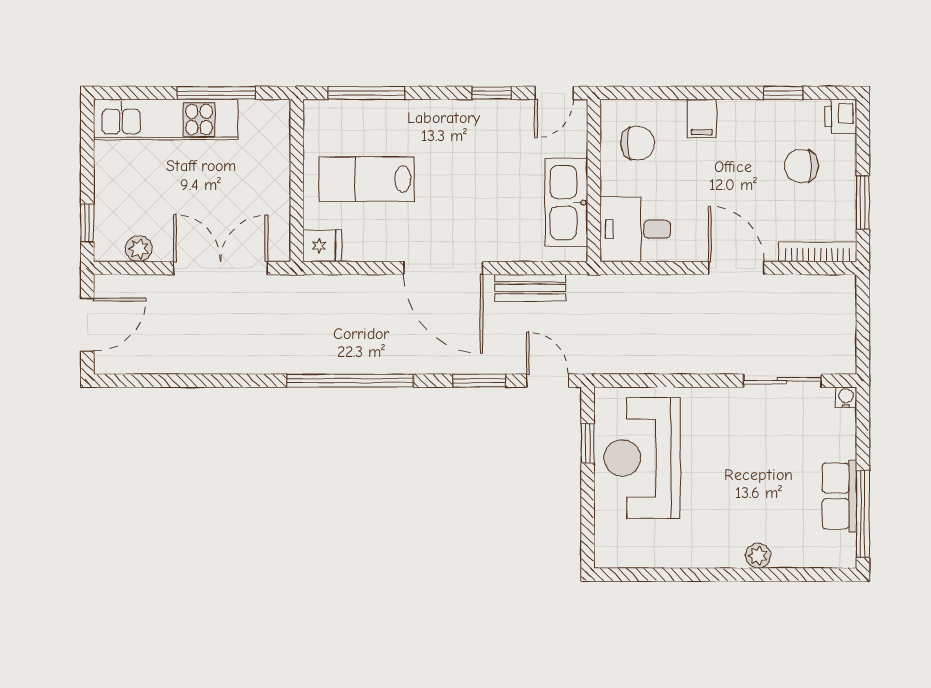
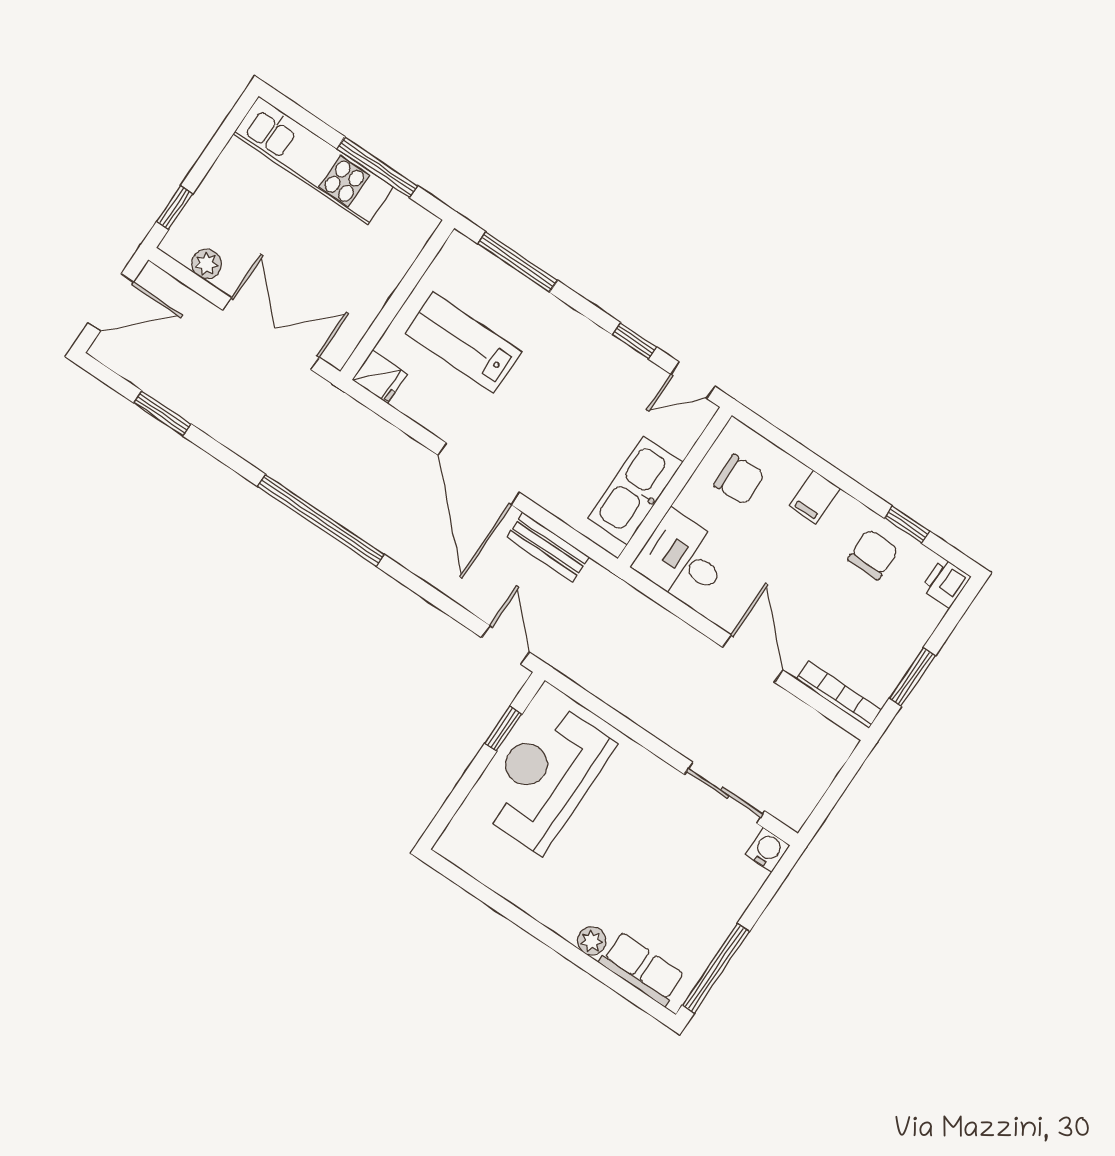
chair: (801, 166) -> (873, 554), moved, turned 90
window: (479, 381) -> (162, 413), moved
water cooler: (846, 397) -> (768, 850), width x1.38, depth x1.38
row of seats: (839, 496) -> (642, 969), moved, turned 90

